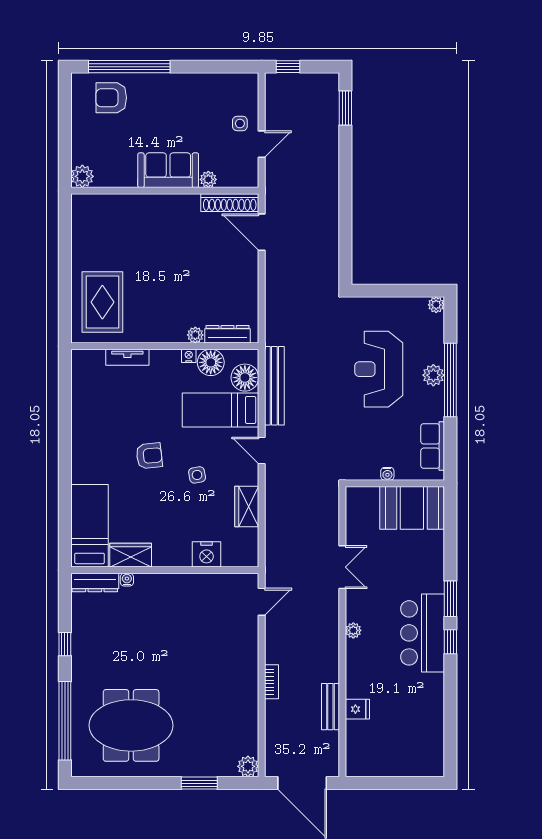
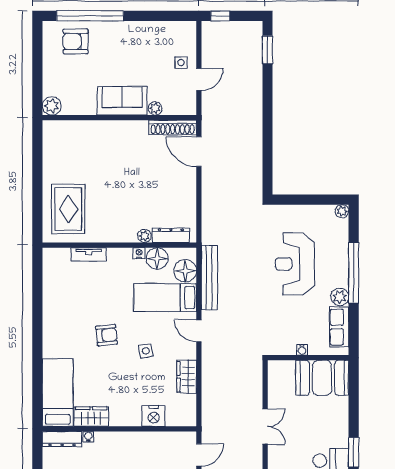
plant: (433, 375) -> (340, 297), moved

